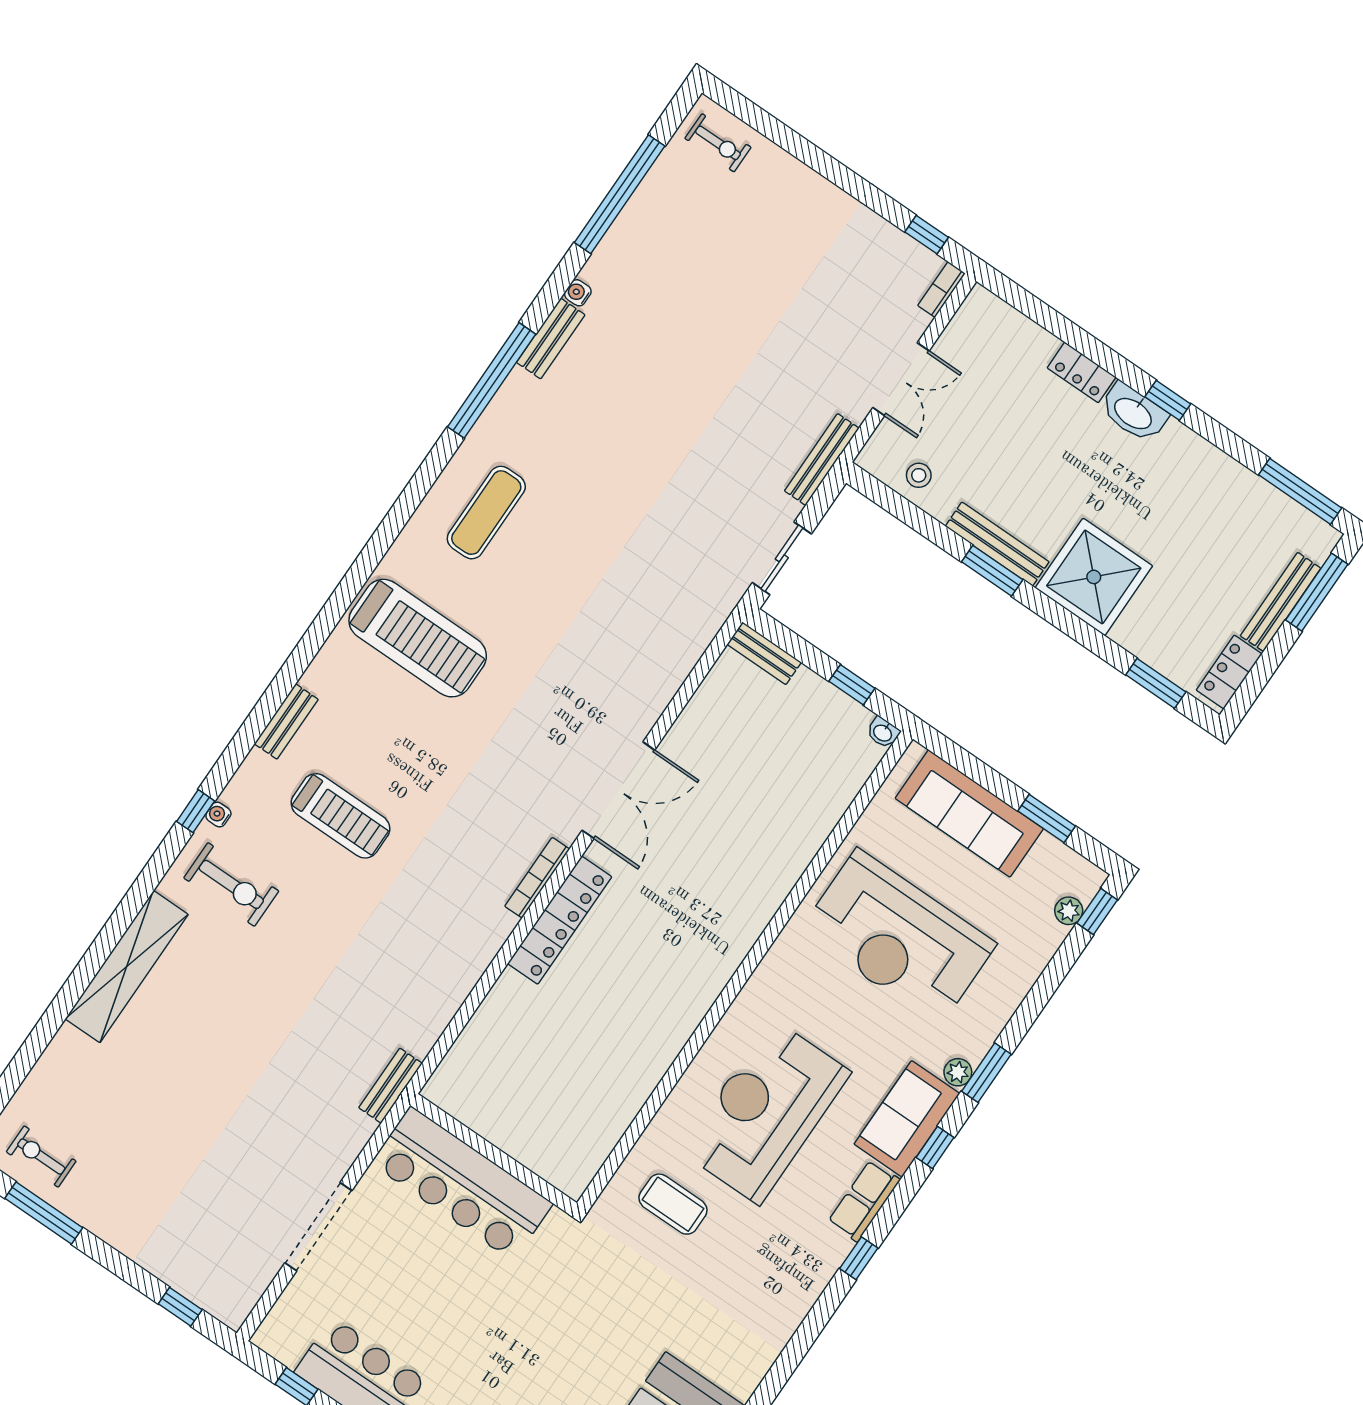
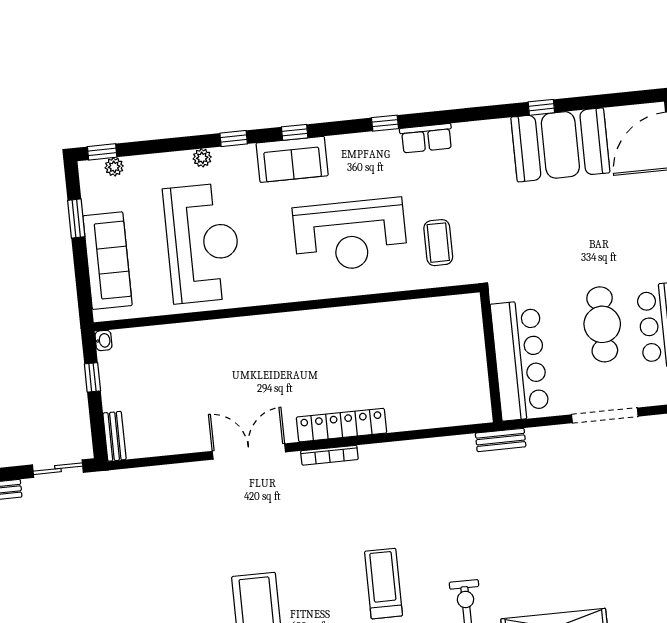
plant: (958, 1072) -> (202, 158), moved
window: (986, 1073) -> (234, 139), width x0.67
row of seats: (864, 1201) -> (426, 138), moved
cafe table: (424, 1311) -> (602, 324), added

